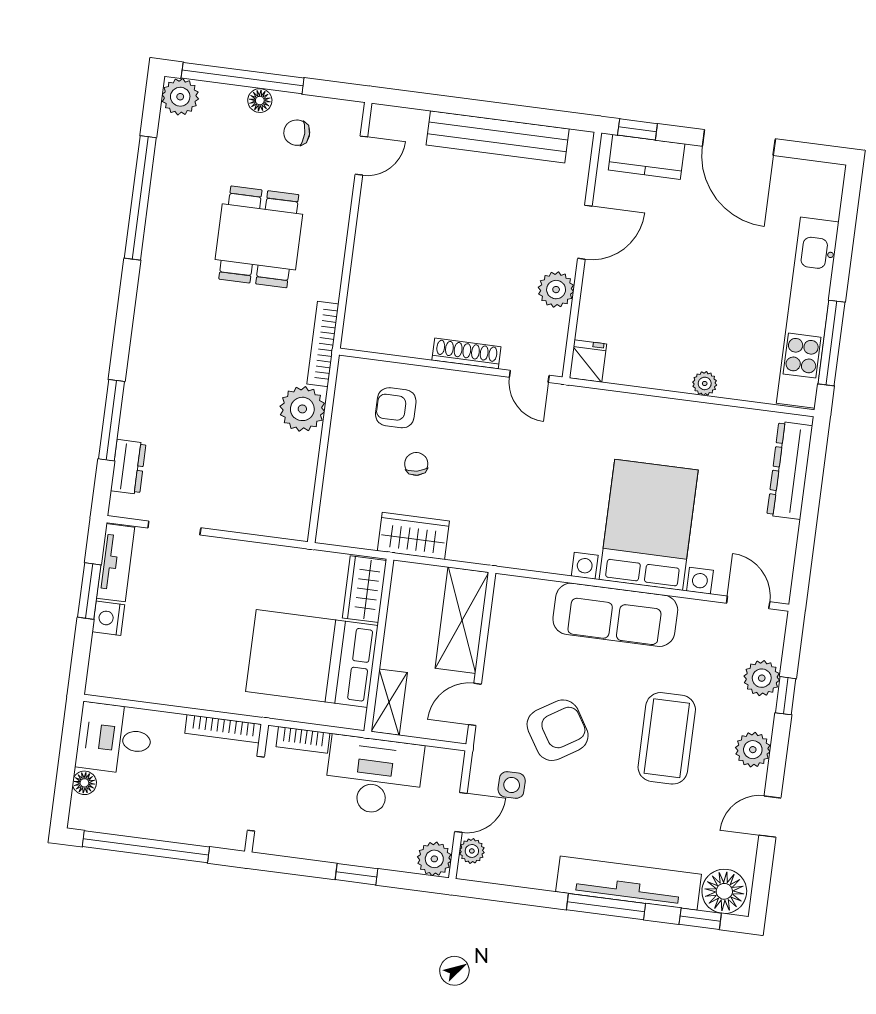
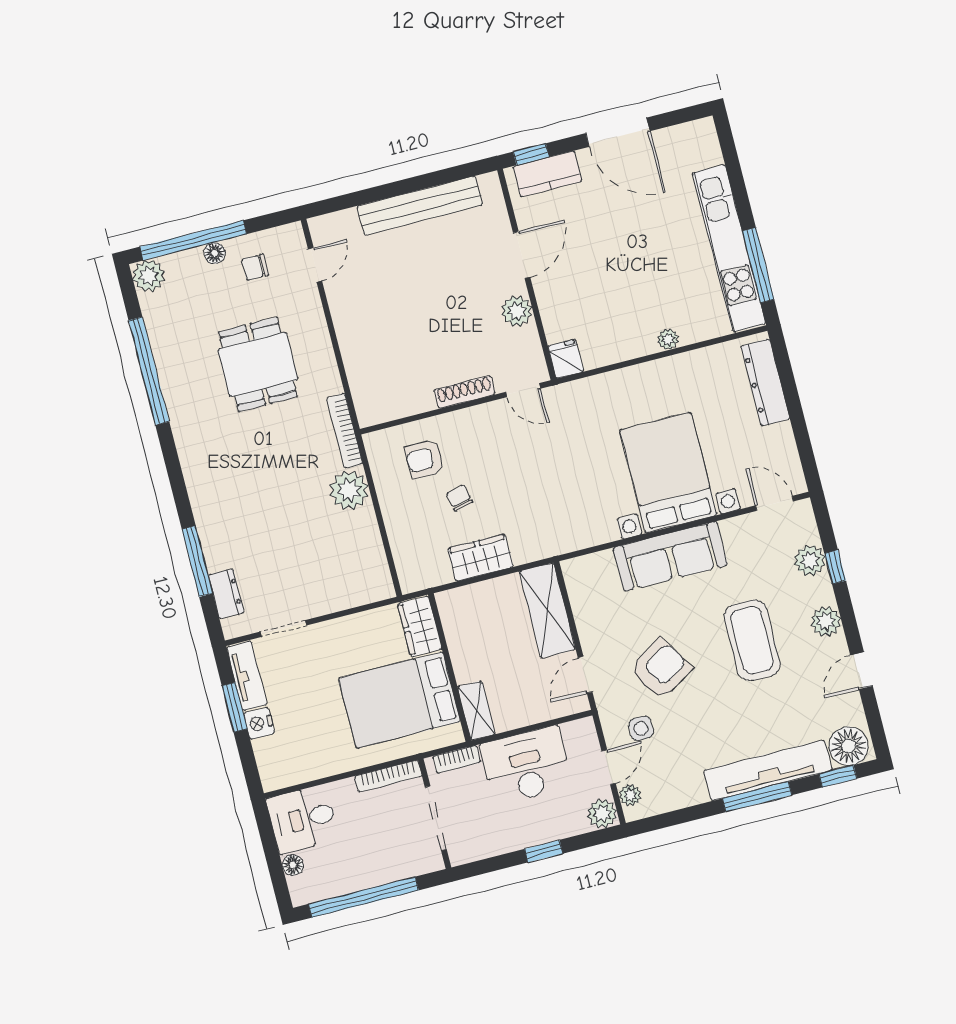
wardrobe: (364, 589) -> (420, 626), moved
wall: (379, 645) -> (450, 667), moved
bed: (312, 659) -> (399, 700), moved
shelving: (389, 702) -> (476, 710), moved

